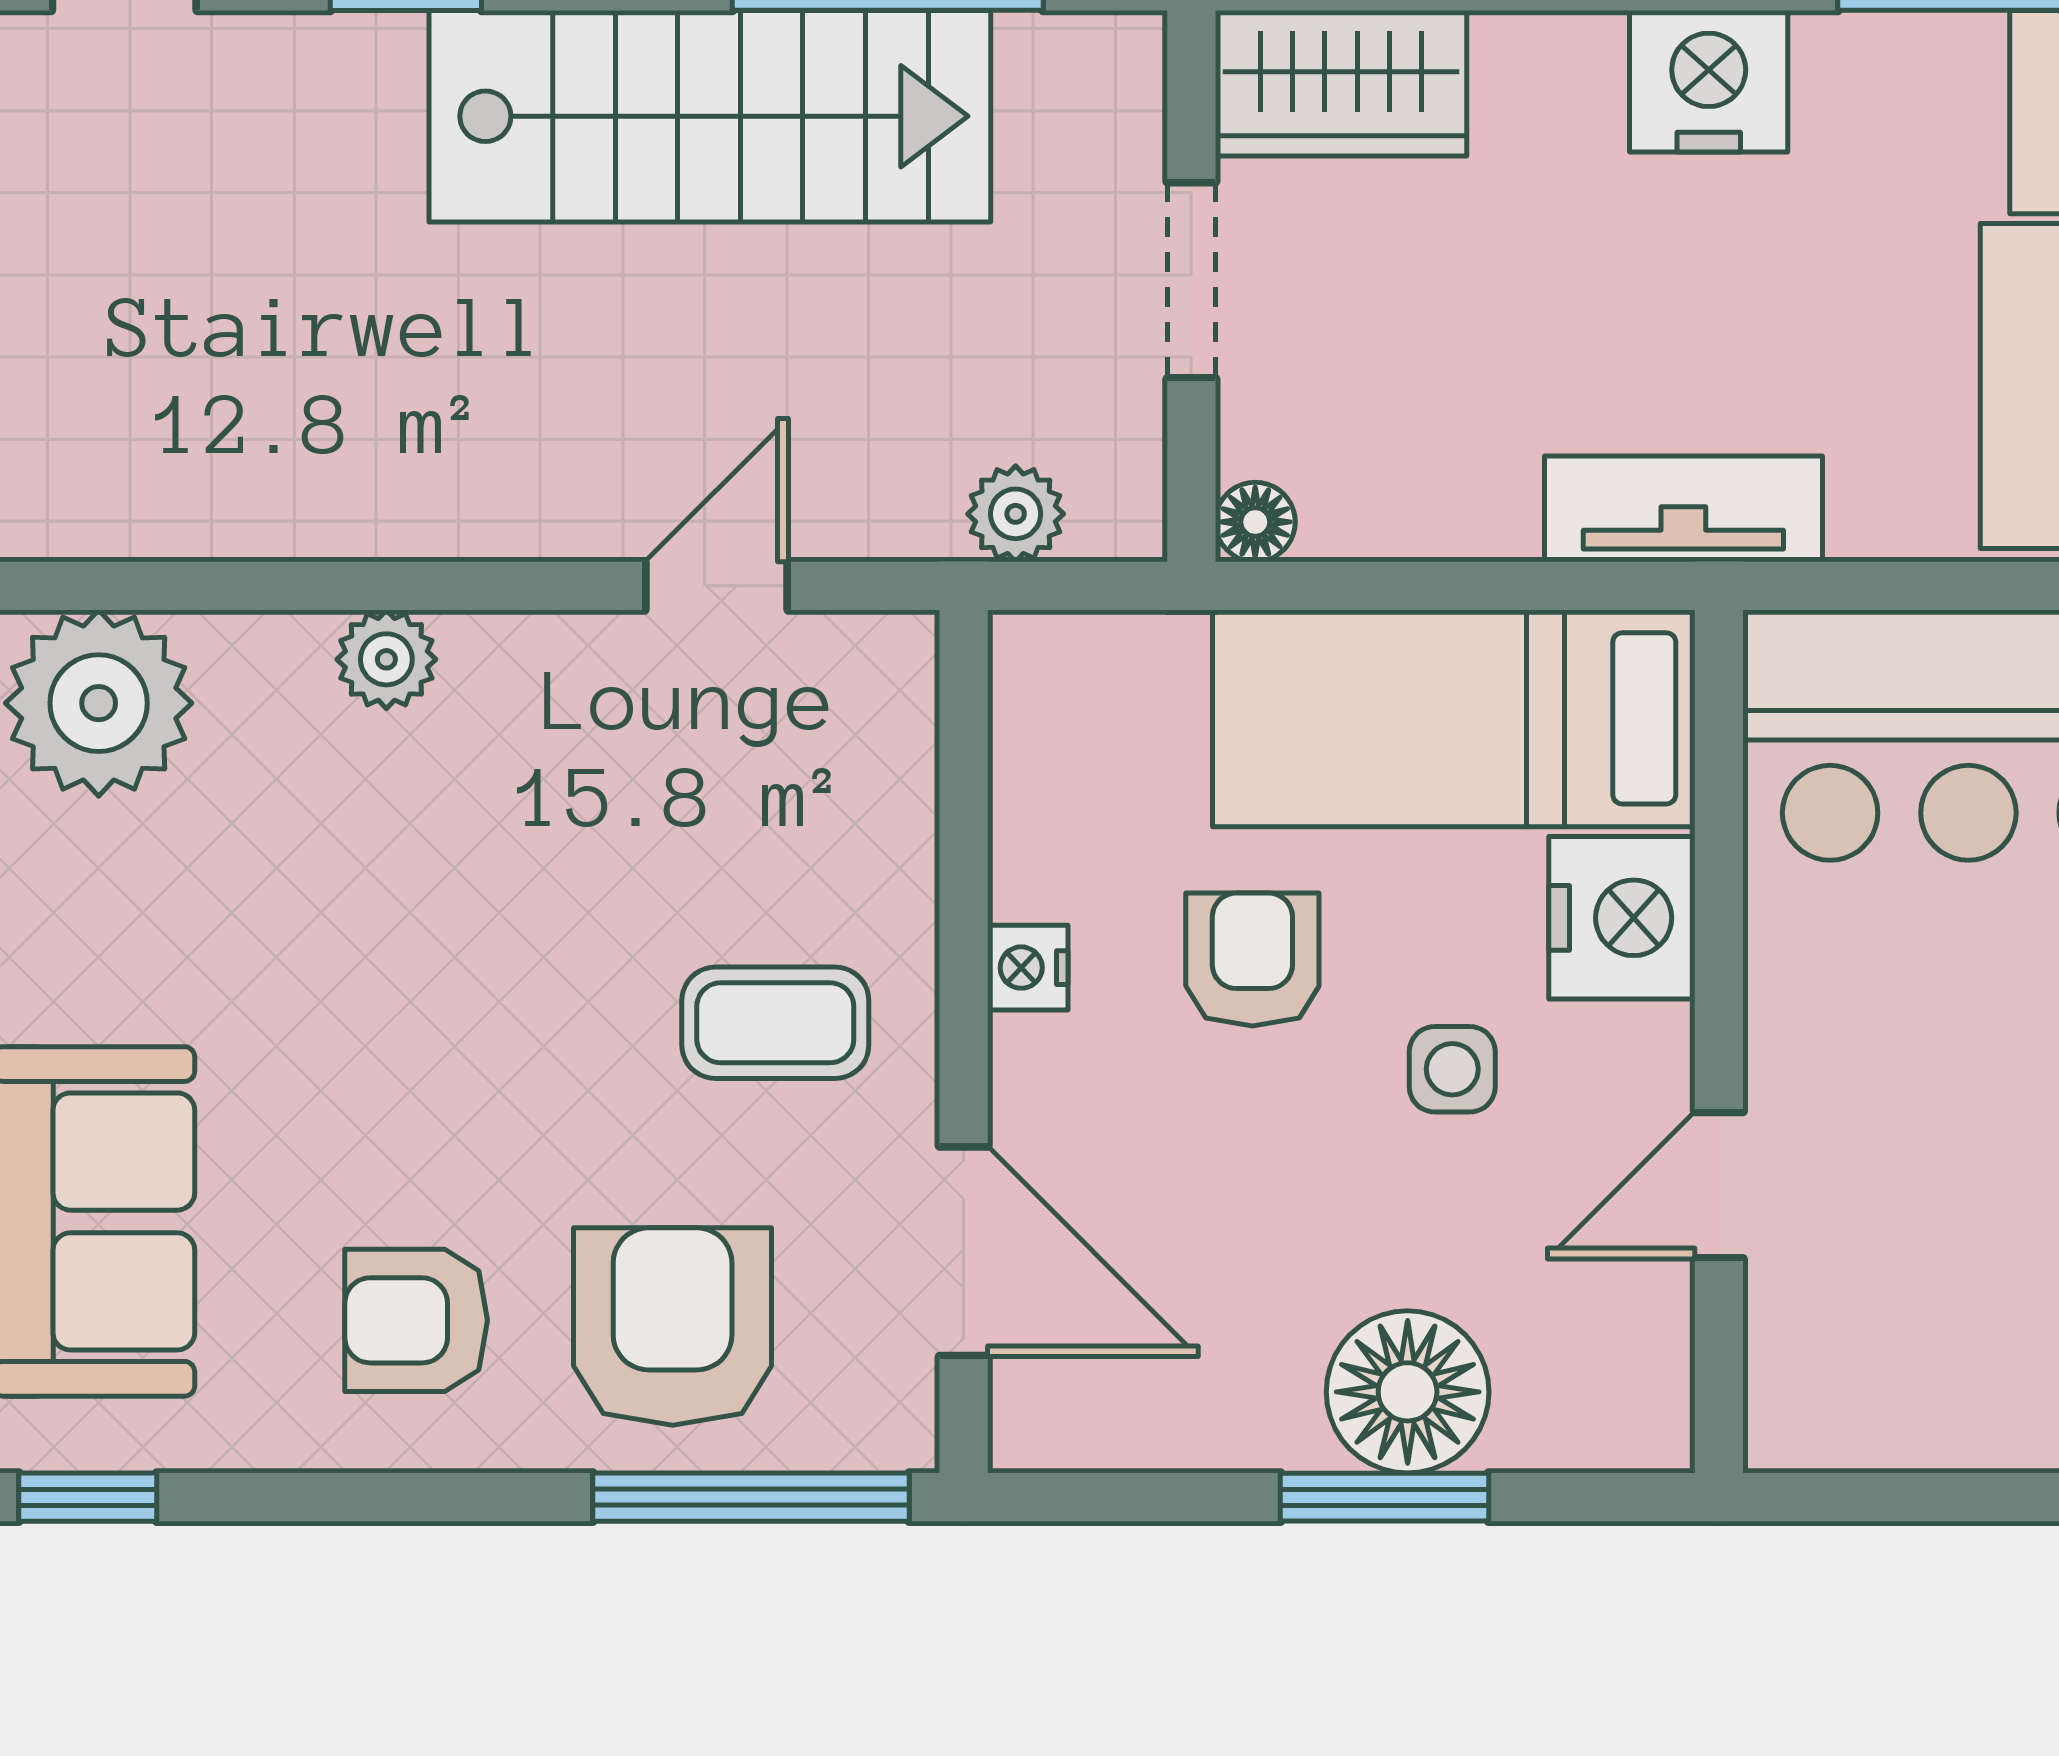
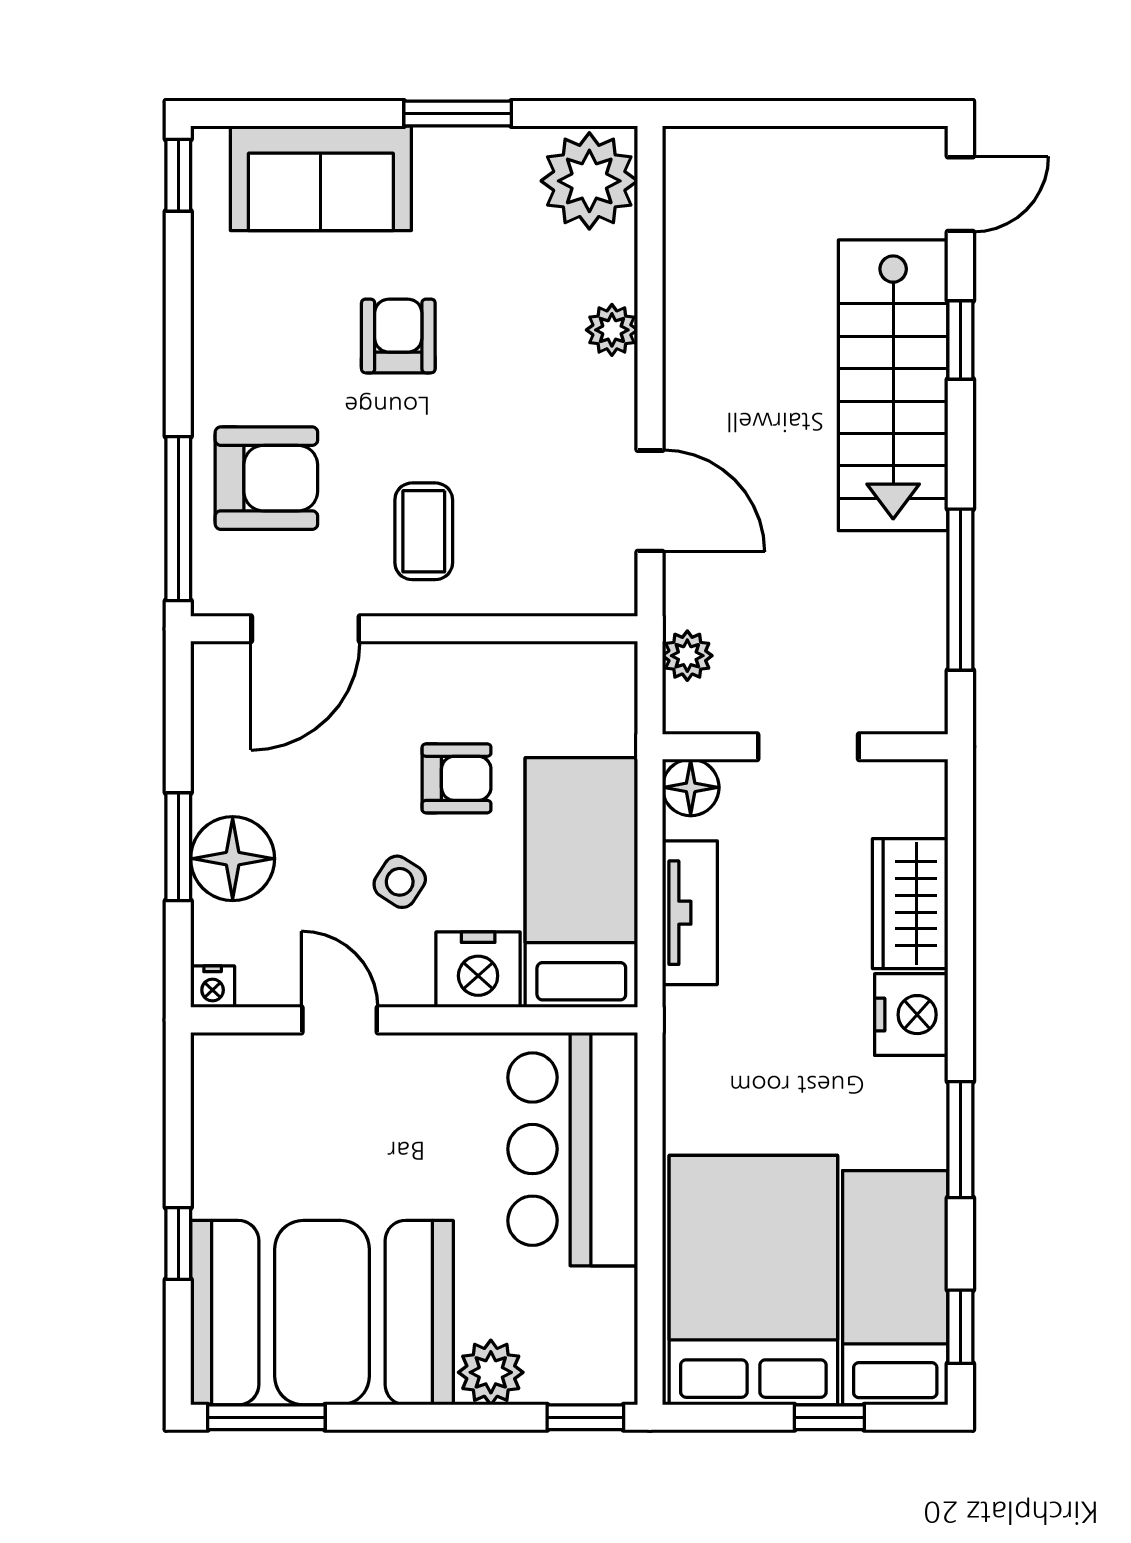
wardrobe: (1341, 83) -> (910, 904), moved
stairs: (710, 116) -> (893, 385), moved
tv unit: (1683, 509) -> (690, 913), moved
floor lamp: (1255, 522) -> (691, 787), width x1.37, depth x1.37
door: (717, 586) -> (650, 501), width x1.38
nightstand: (1028, 968) -> (213, 987), moved, turned 180
side table: (1452, 1069) -> (400, 882), turned 33
armchair: (416, 1320) -> (398, 336), moved

